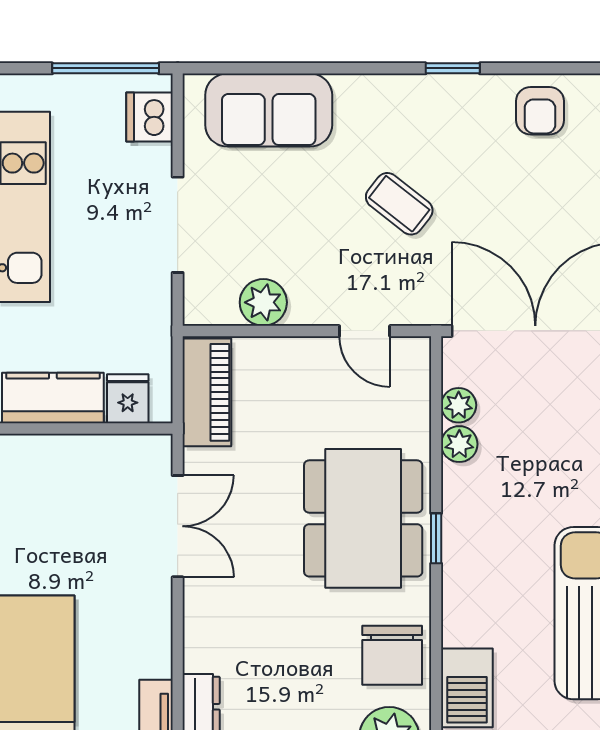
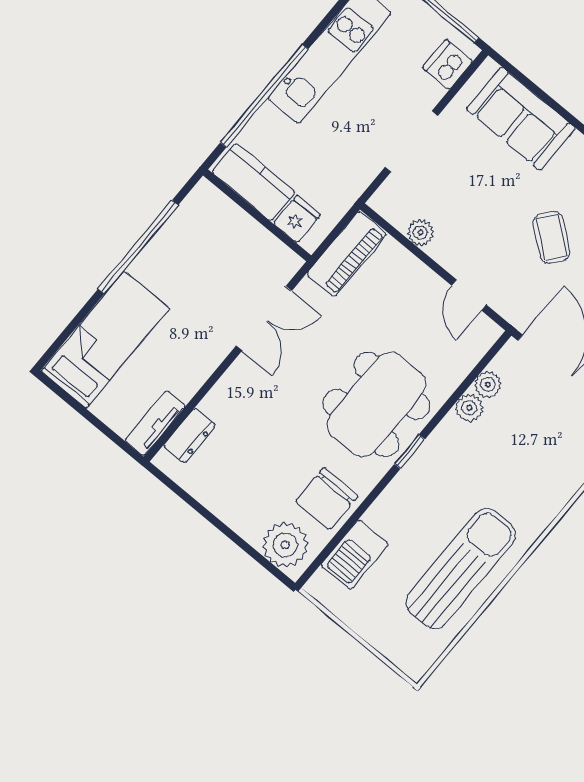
plant: (263, 302) -> (420, 233), width x0.73, depth x0.73

